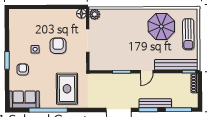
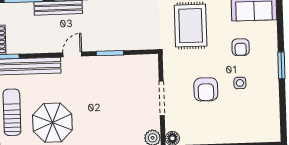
armchair: (23, 69) -> (241, 47), moved

